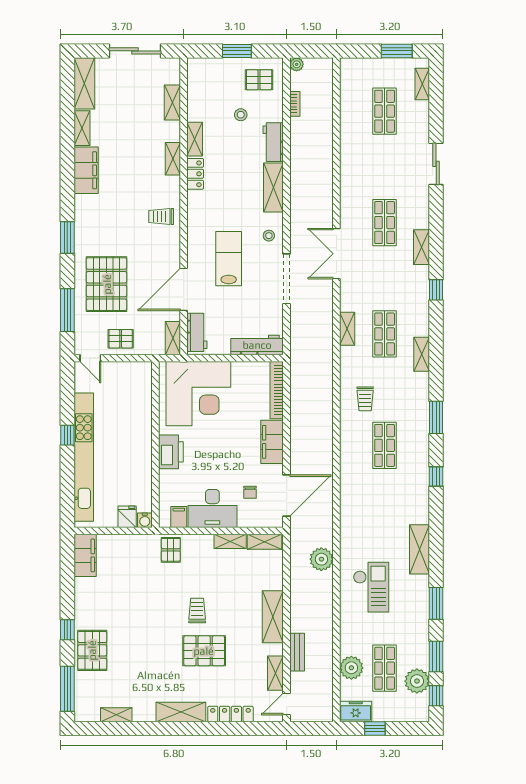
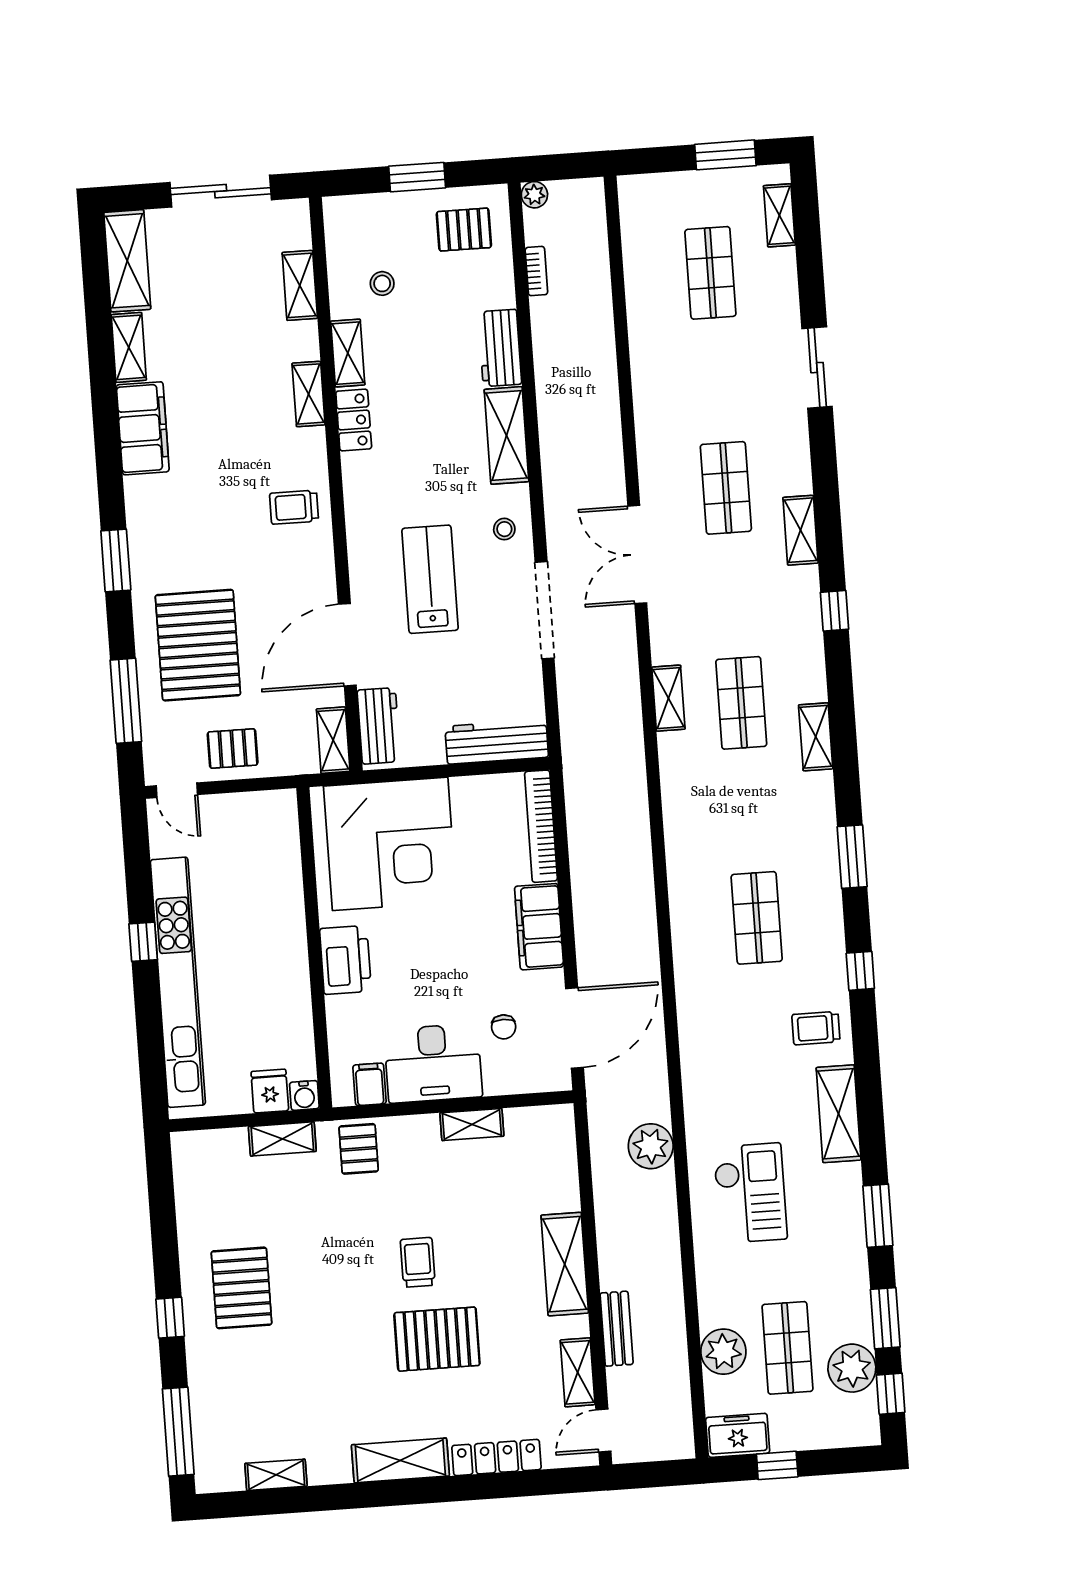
stool: (241, 115) -> (382, 283), moved
trolley: (365, 399) -> (816, 1028), moved, turned 90
shelving: (265, 542) -> (282, 1139), moved
filing cabinet: (85, 555) -> (194, 1172), removed
pallet: (92, 650) -> (242, 1288), moved

